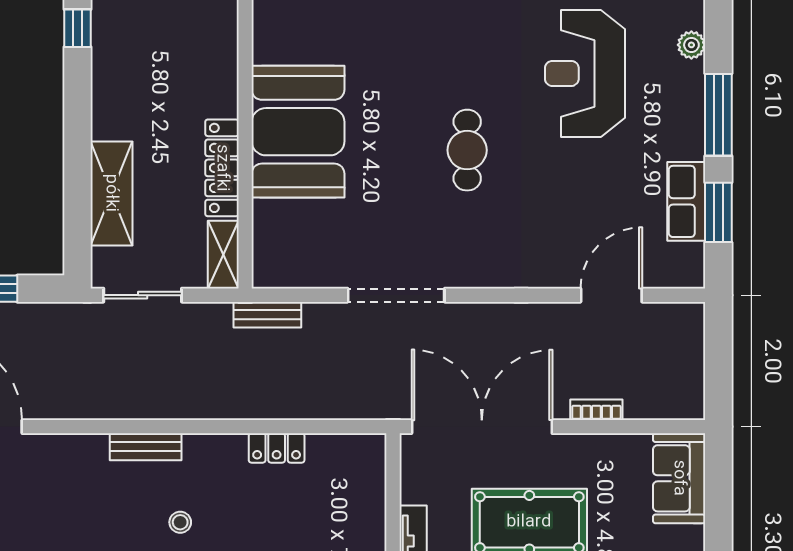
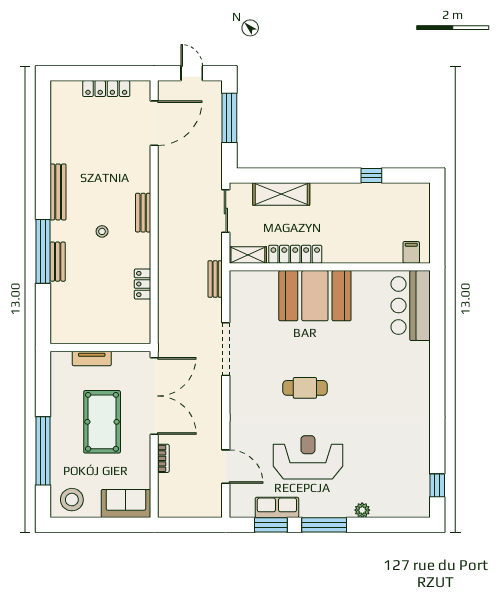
reception desk: (585, 73) -> (308, 457), moved

